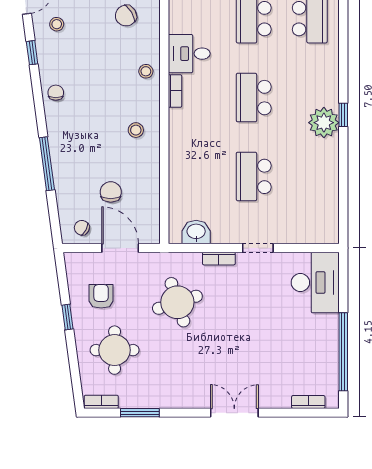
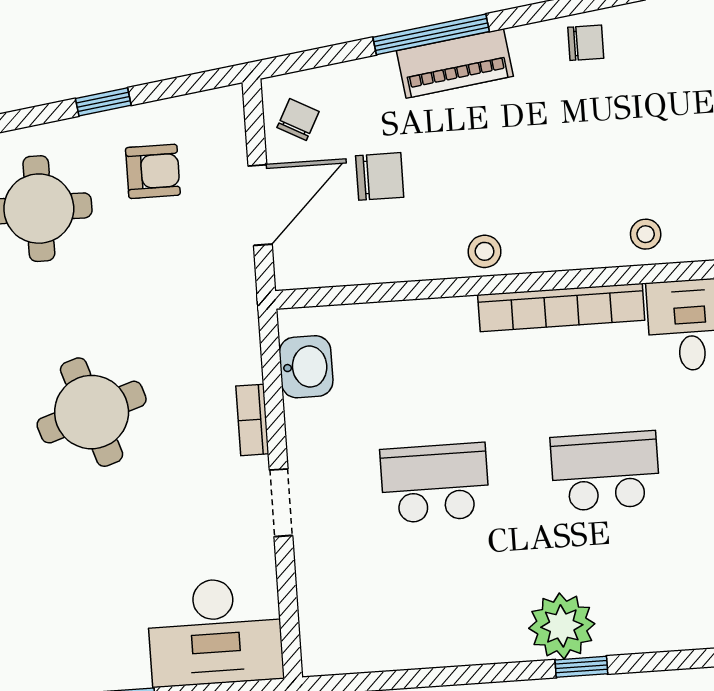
bookcase: (175, 91) -> (561, 308), width x2.31, depth x1.31
stool: (136, 130) -> (485, 251), moved
piano: (61, 154) -> (455, 63), added
round table: (177, 302) -> (92, 412), moved

